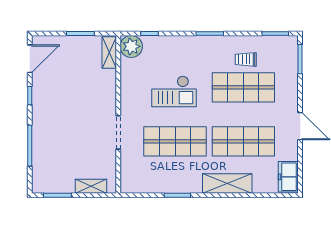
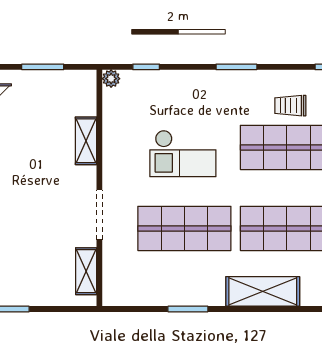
plant: (131, 46) -> (111, 79), width x0.53, depth x0.53
shelving: (109, 53) -> (86, 141), moved
shelving: (91, 186) -> (86, 271), moved, turned 90

